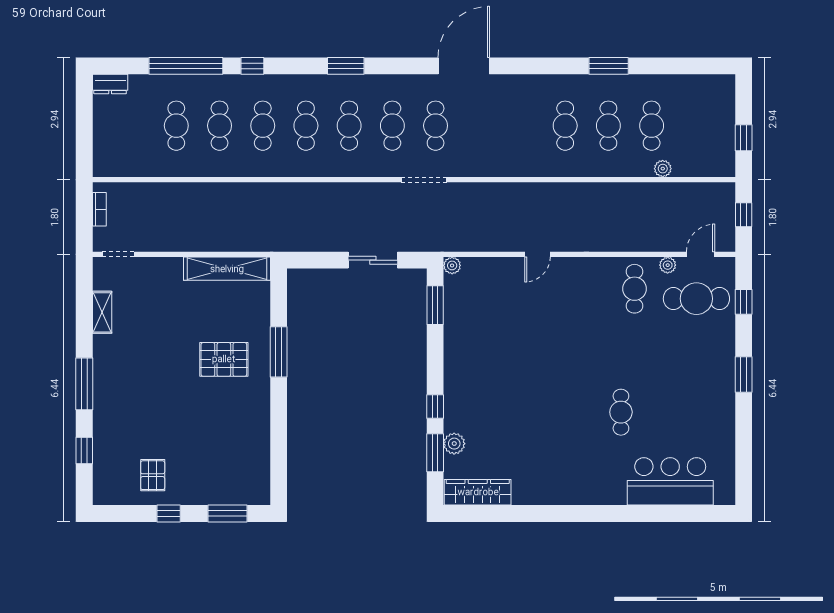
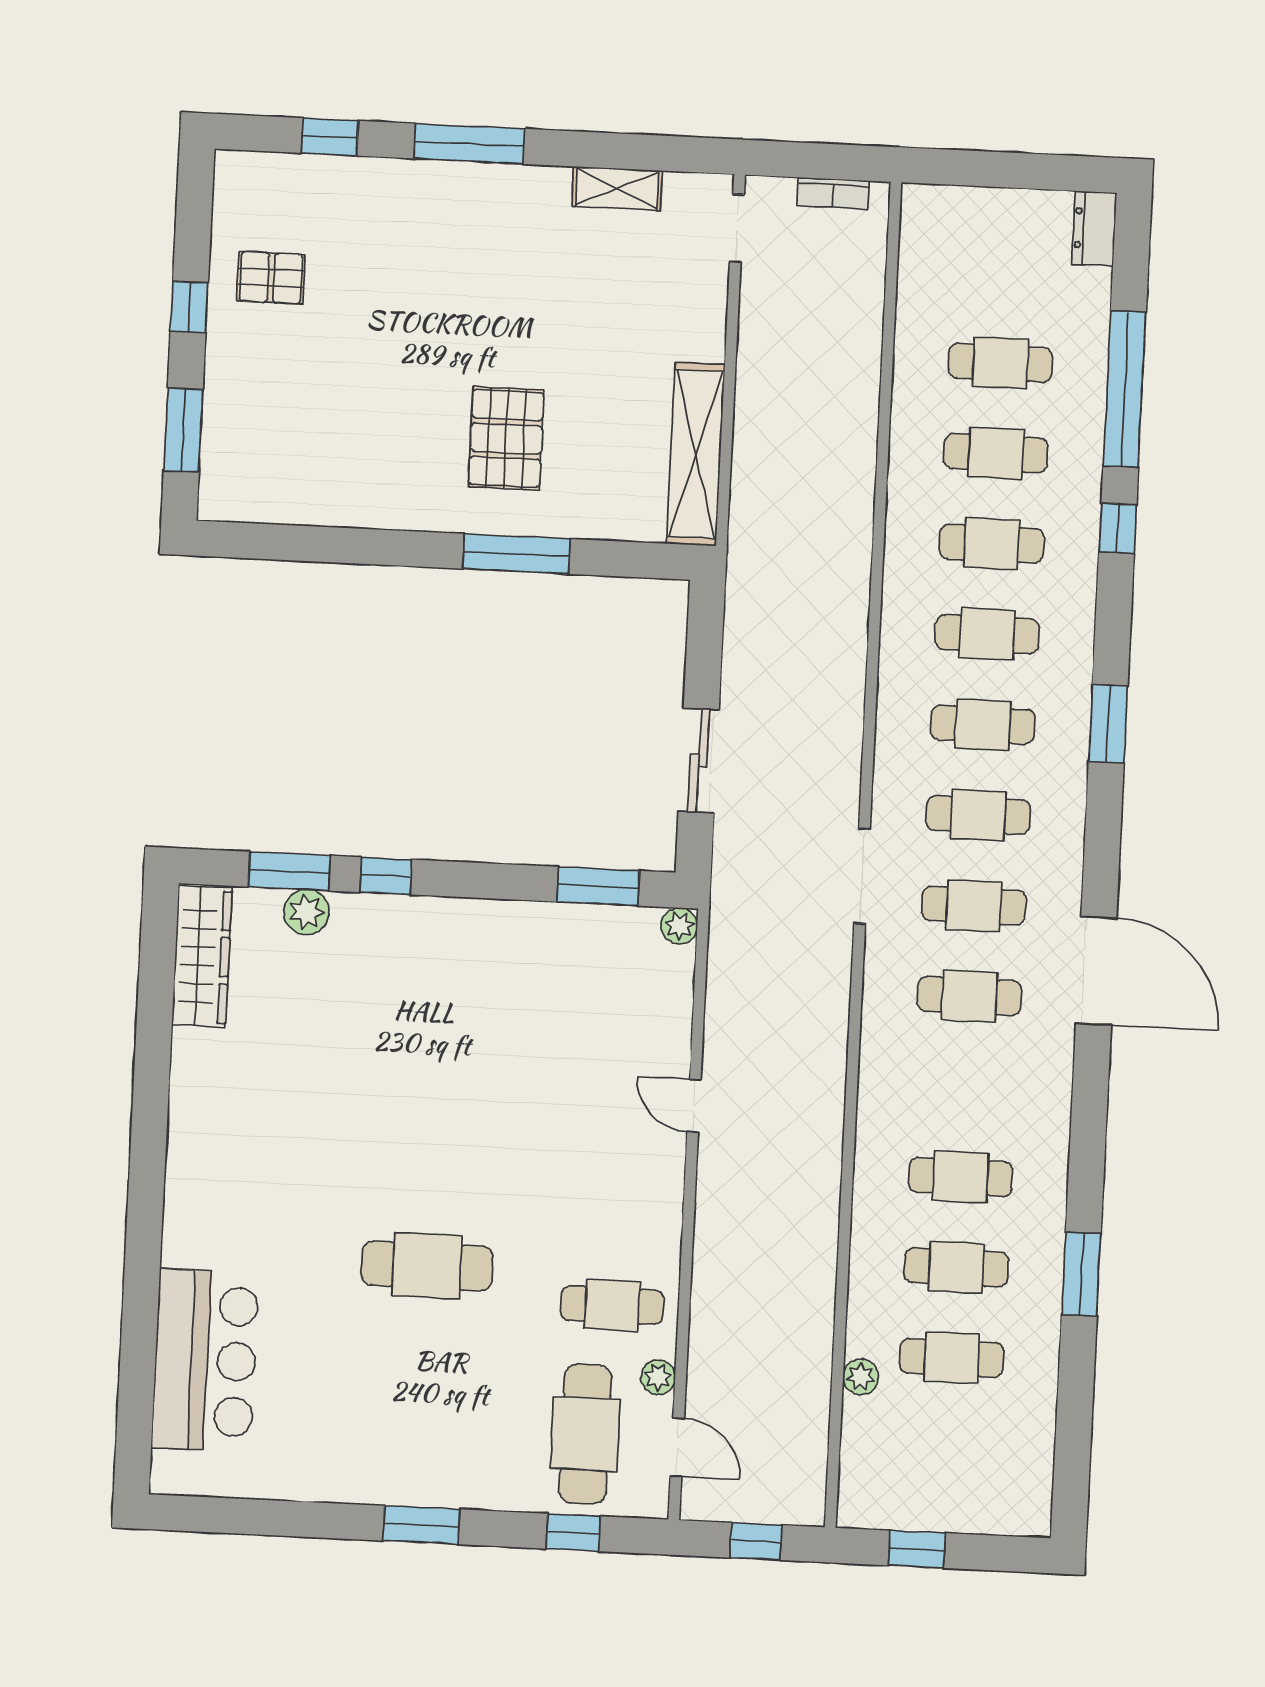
cafe table: (479, 126) -> (969, 996), added
cafe table: (621, 412) -> (427, 1266), moved, width x1.37, depth x1.35

